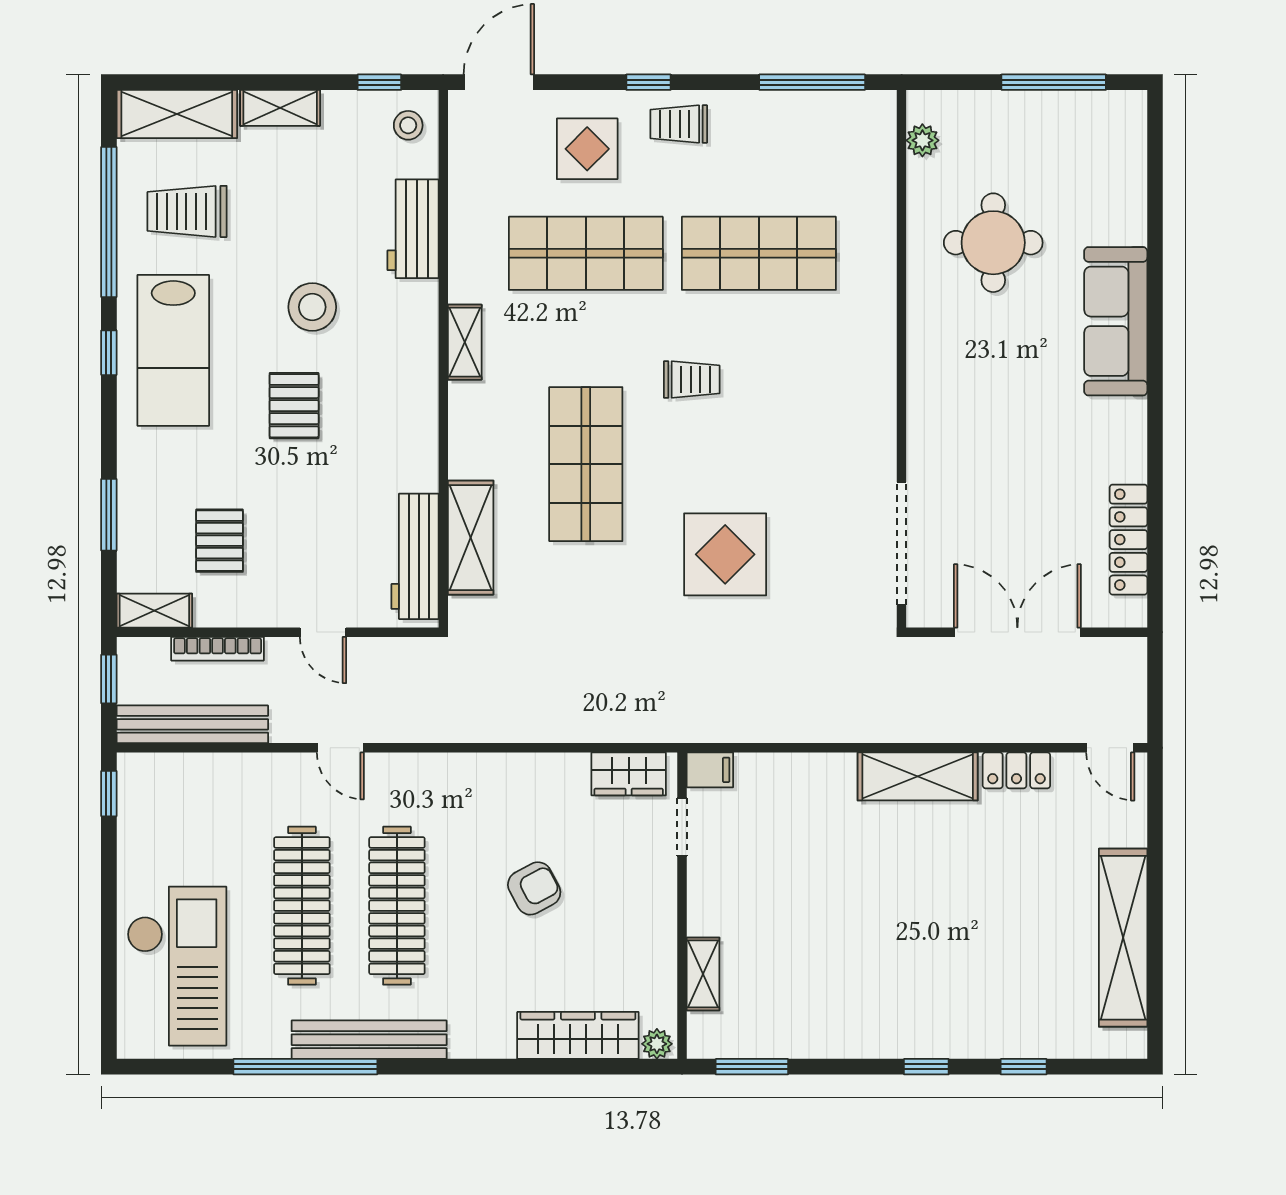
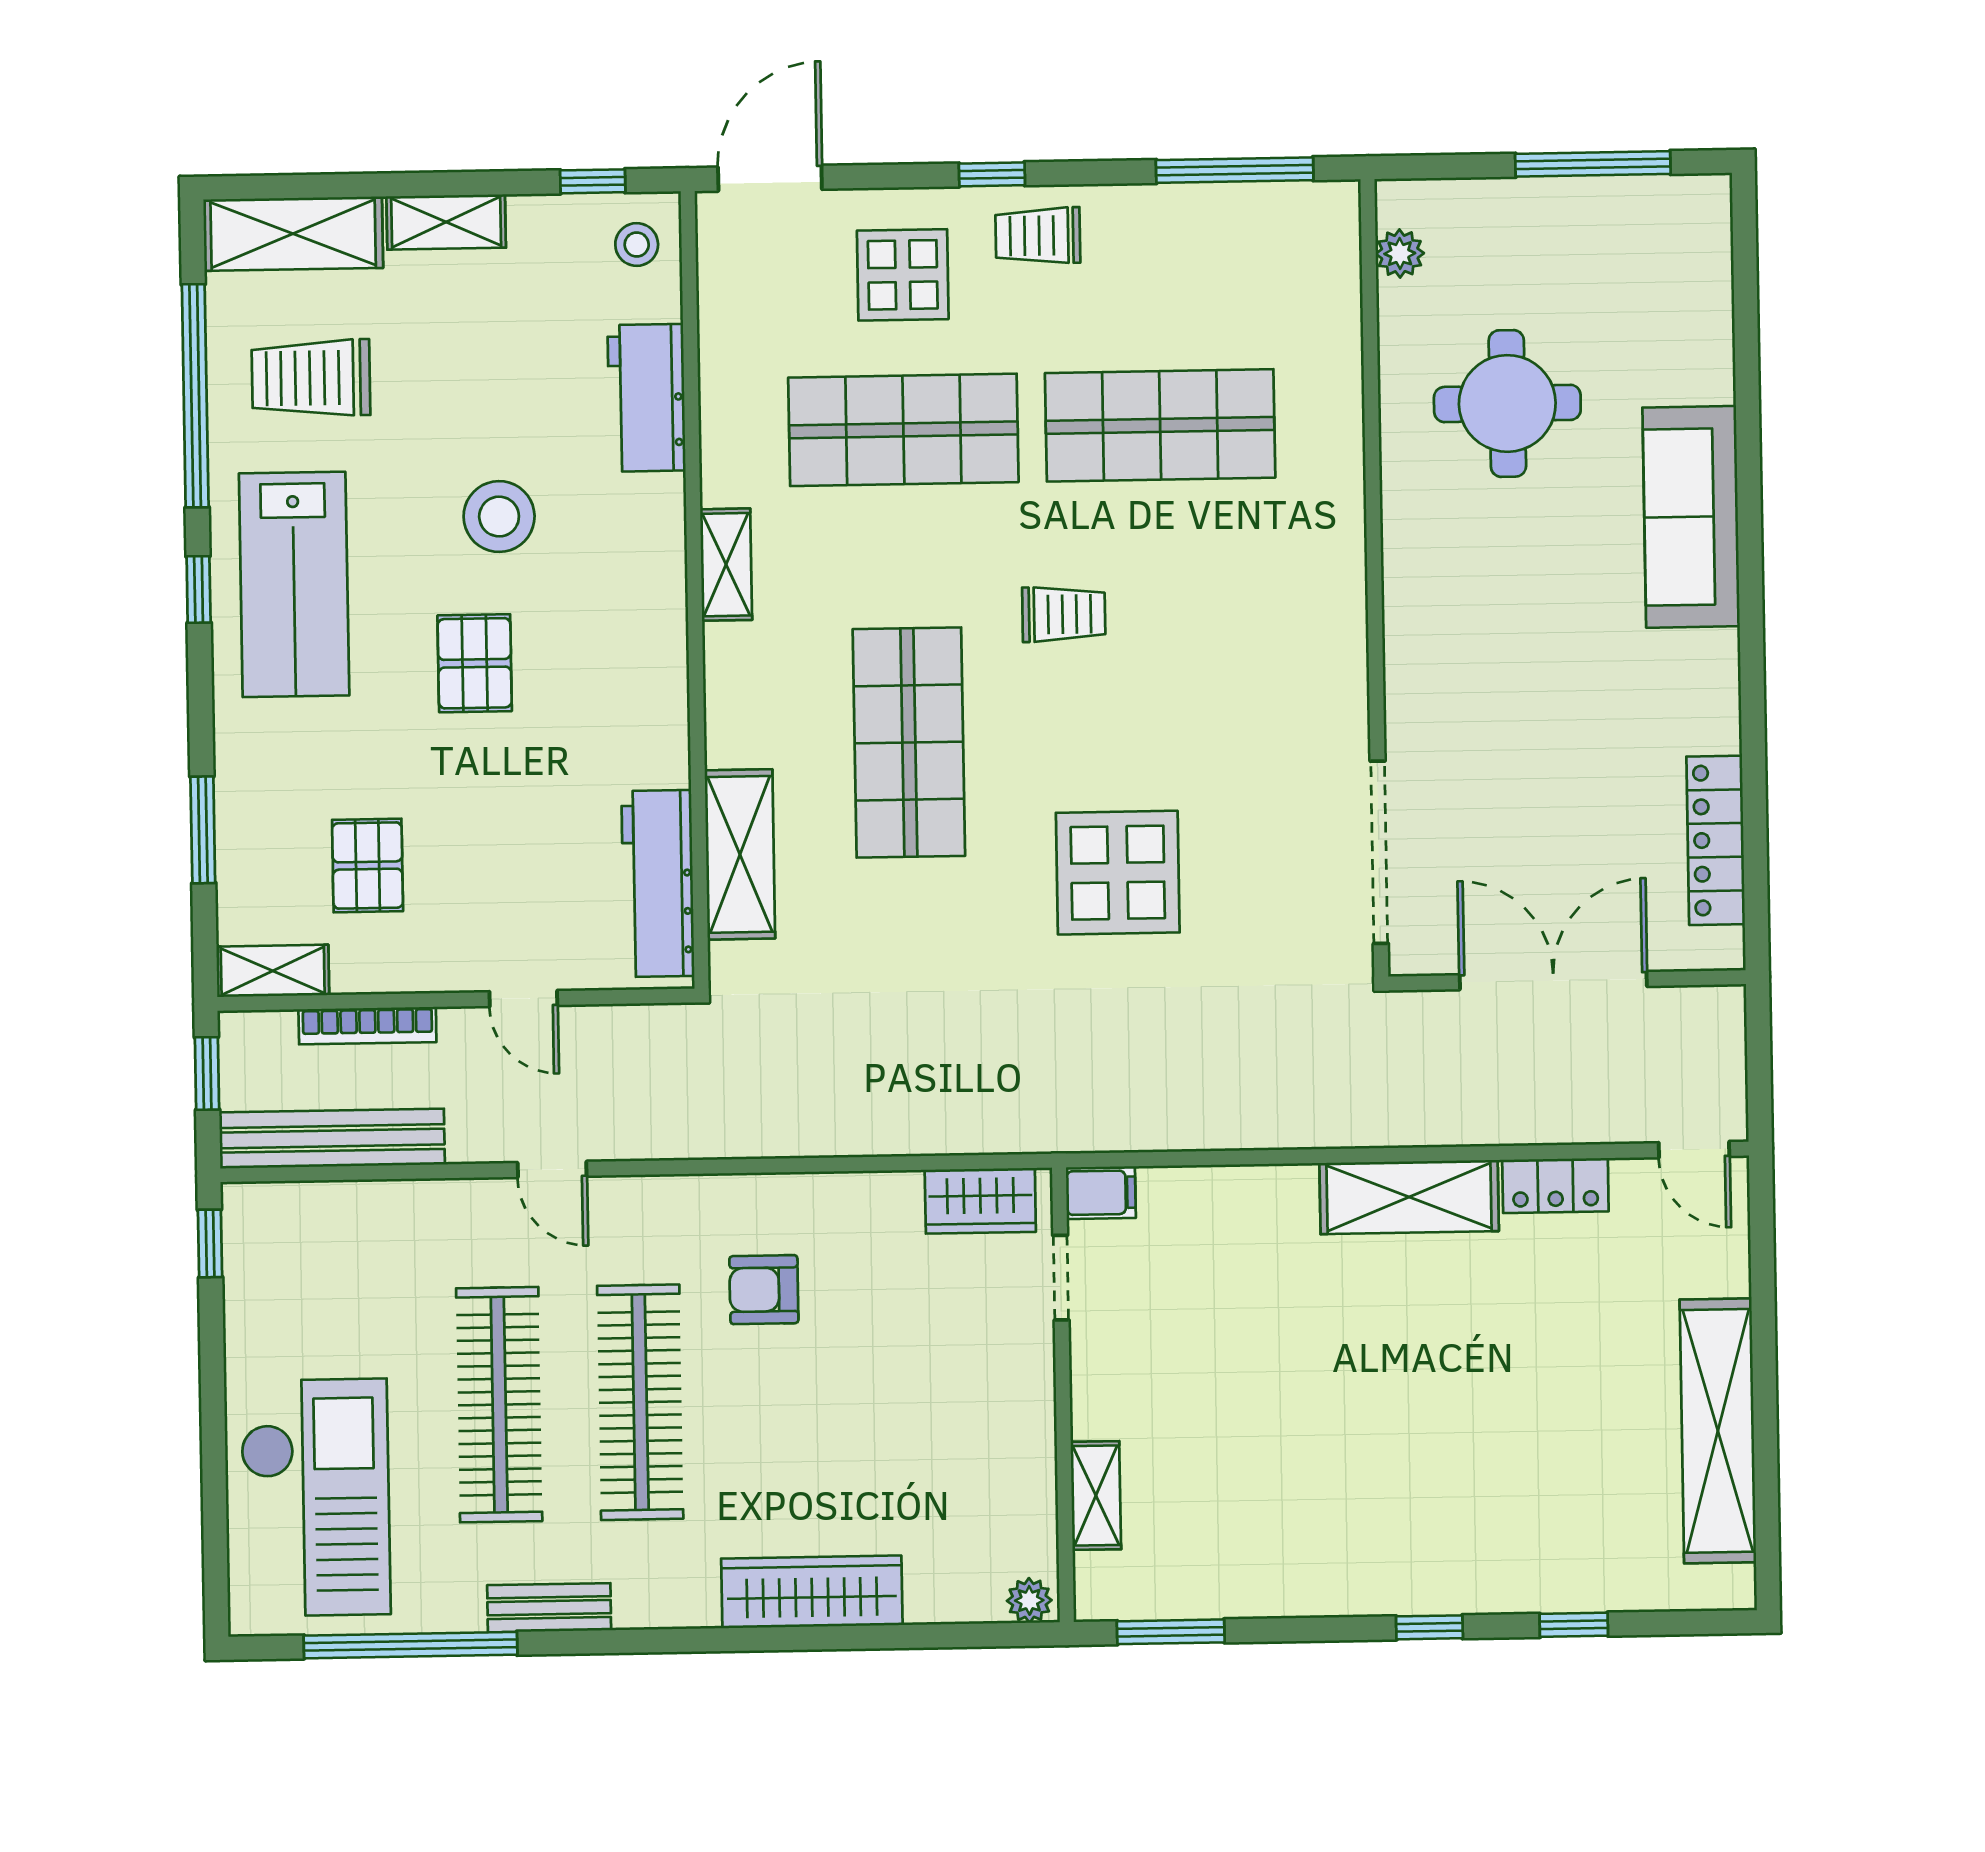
armchair: (534, 888) -> (764, 1290), moved, turned -152
wardrobe: (578, 1035) -> (812, 1592), moved
bench: (369, 1040) -> (549, 1608), width x0.54, depth x0.82
window: (305, 1067) -> (411, 1645), moved

